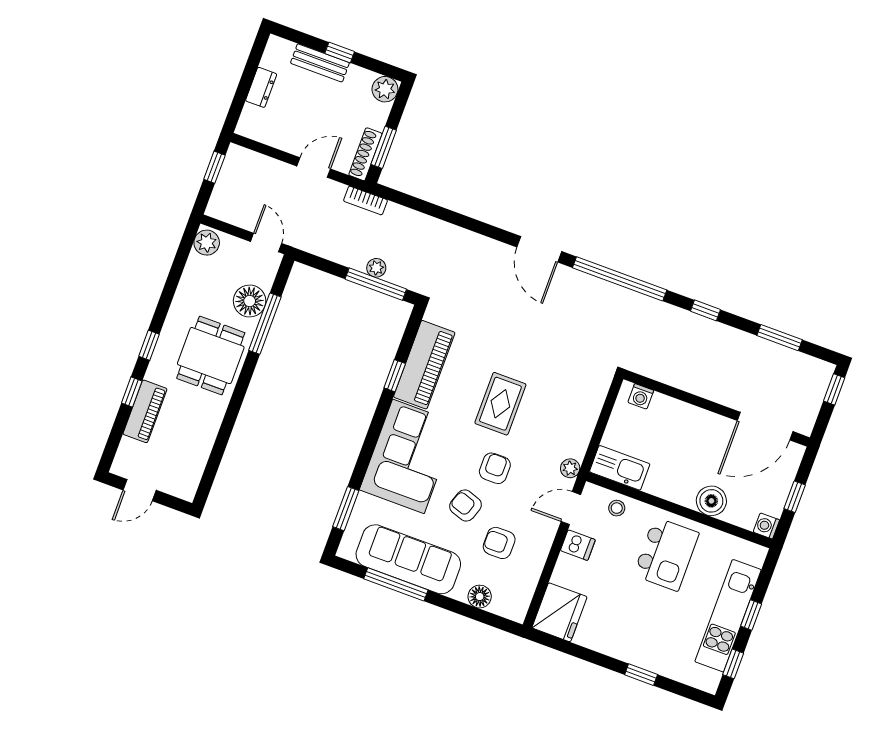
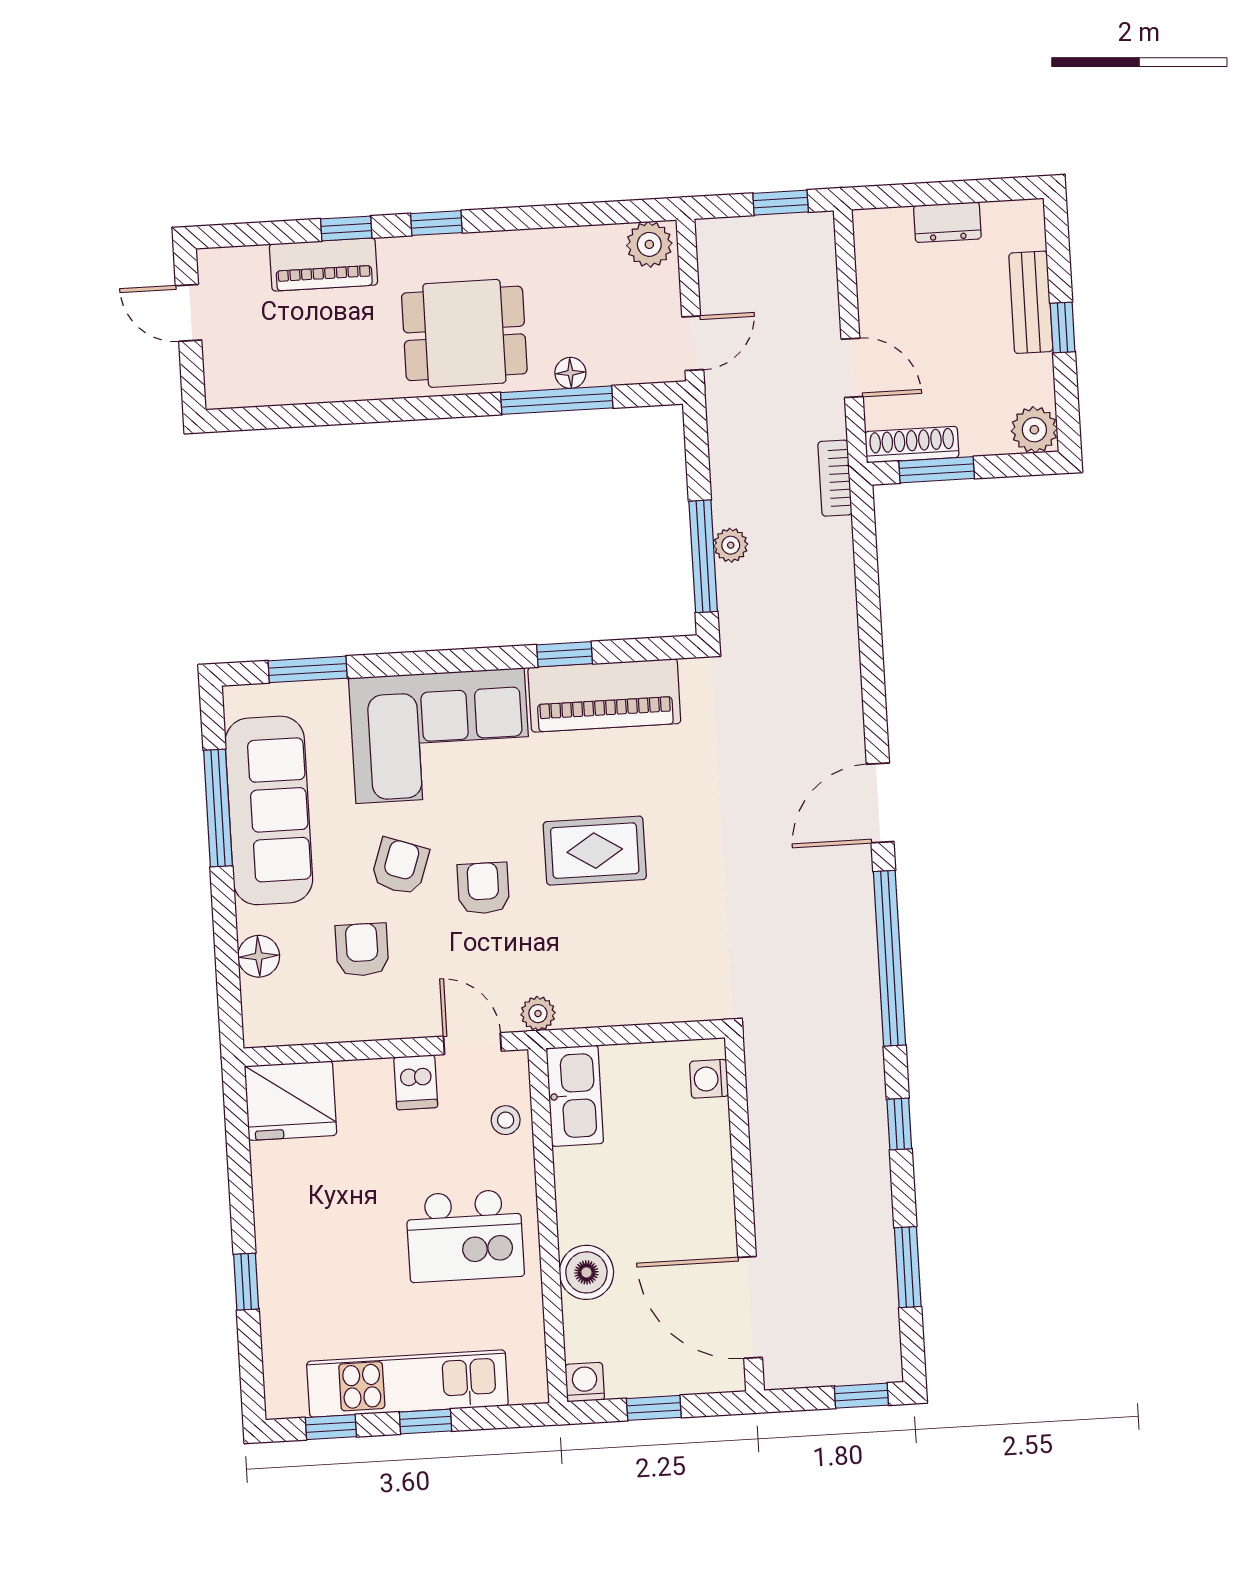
floor lamp: (250, 301) -> (570, 373), width x0.53, depth x0.53
armchair: (495, 468) -> (483, 888), turned -90

